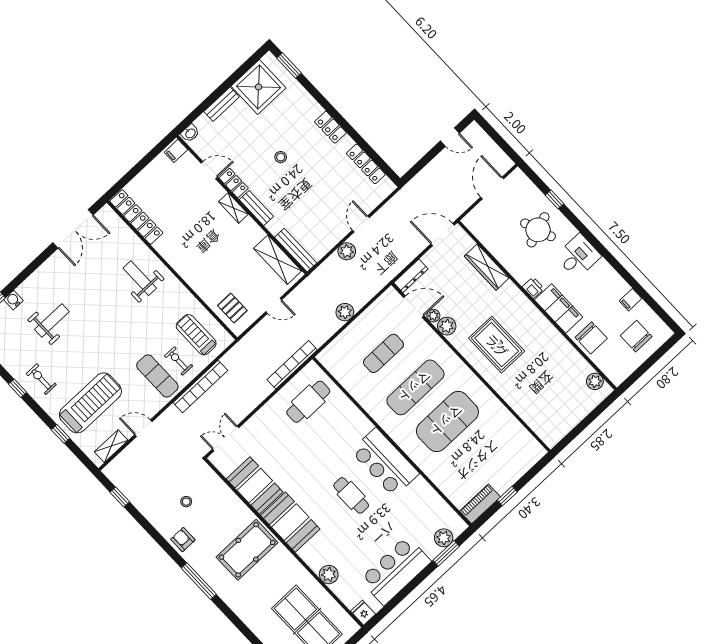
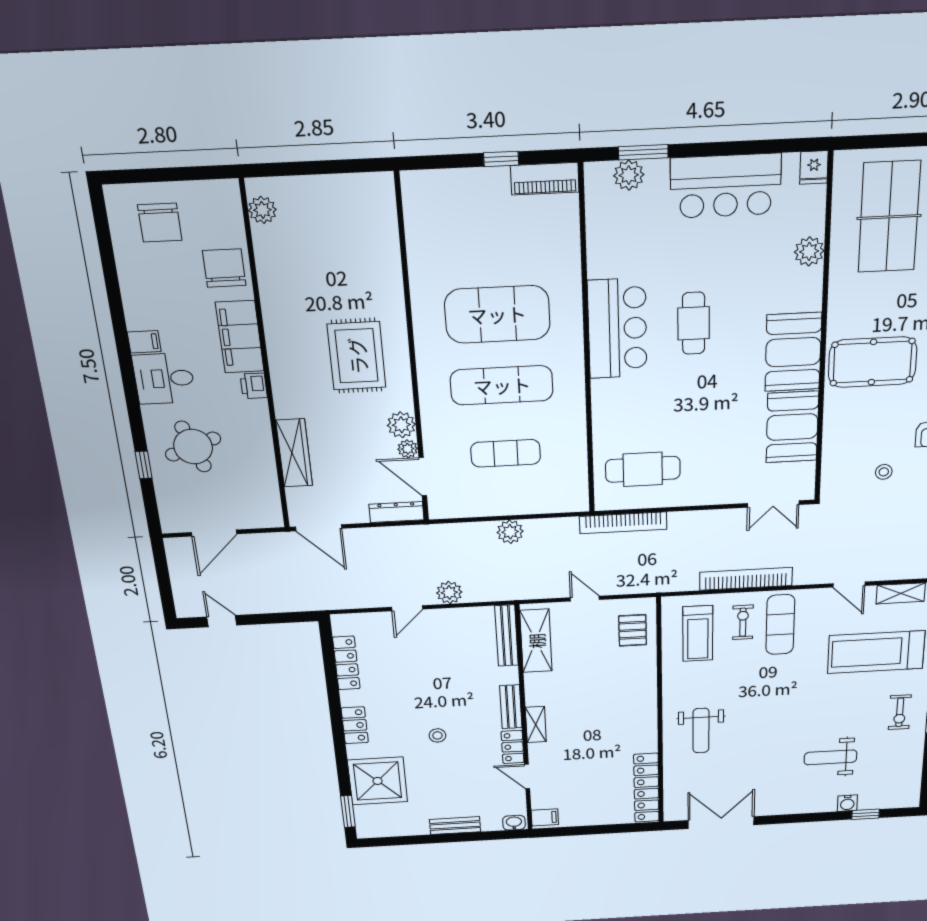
shower: (259, 87) -> (378, 781), moved
filing cabinet: (631, 300) -> (144, 342), moved
exercise bike: (178, 361) -> (743, 622), turned 180

